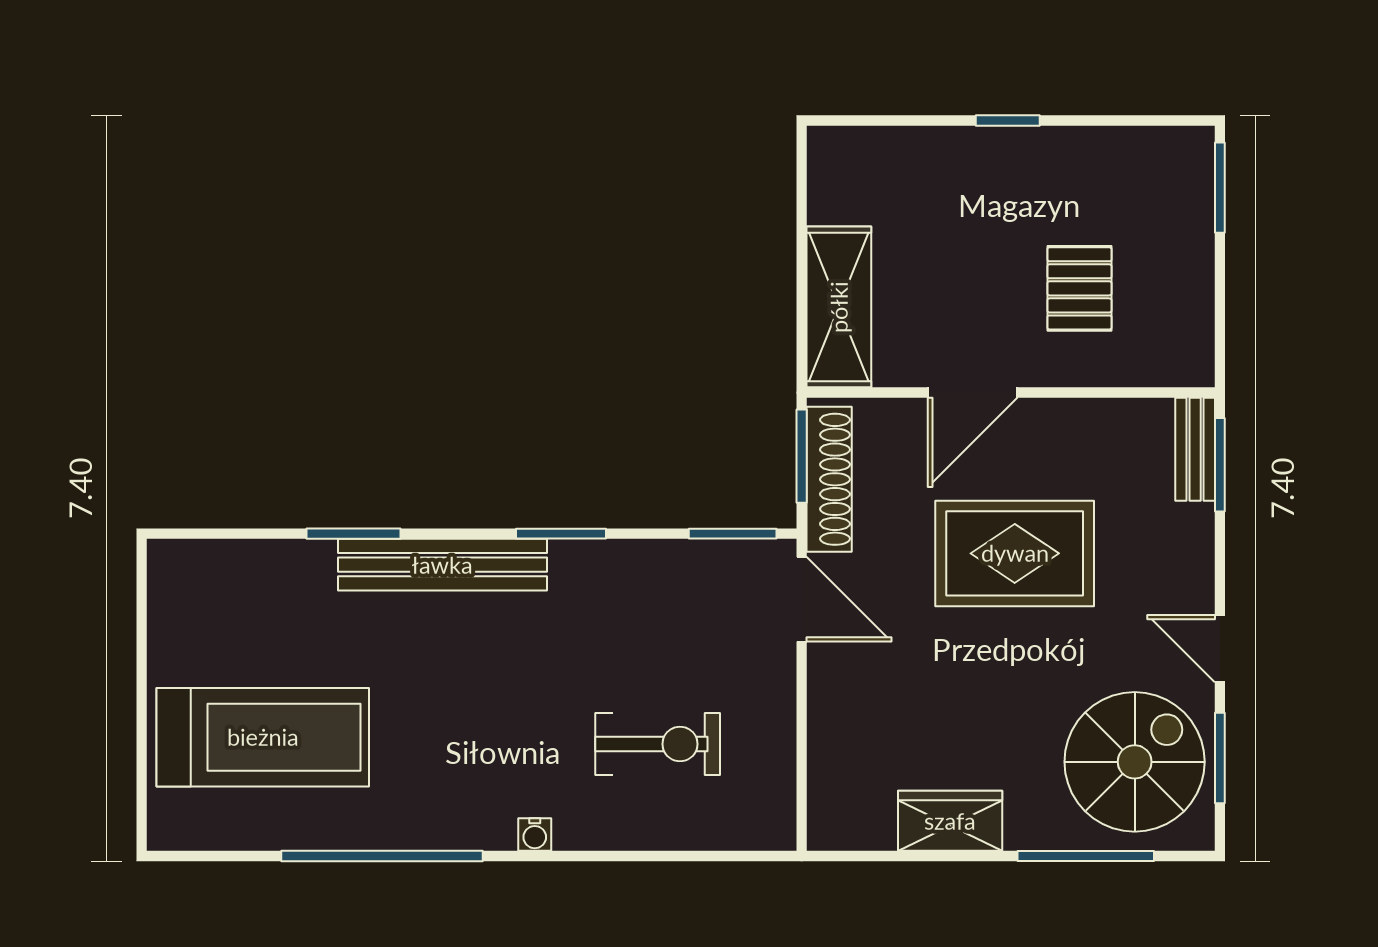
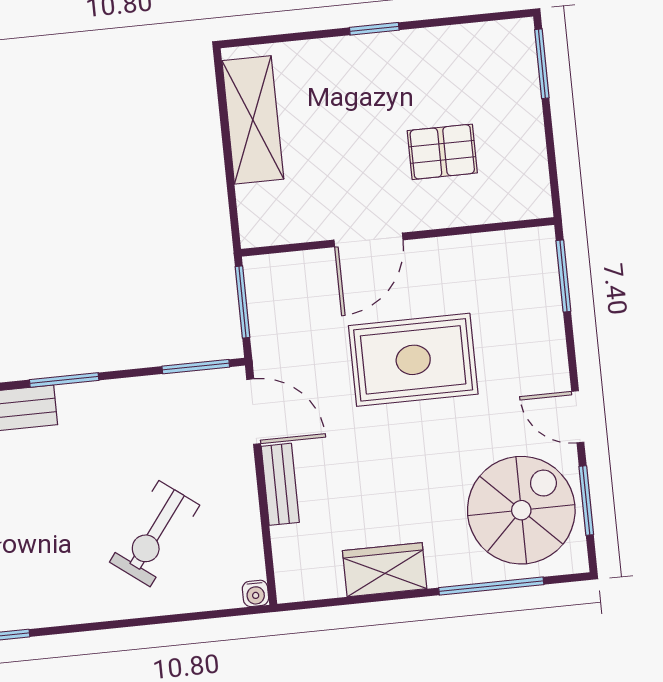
pallet: (1079, 288) -> (442, 152), turned 90
shelving: (839, 307) -> (253, 120), moved
bench: (1195, 449) -> (280, 484), moved
shoe rack: (829, 479) -> (265, 318), removed
exercise bike: (658, 744) -> (155, 534), turned 127
water cooler: (535, 835) -> (255, 593), moved

